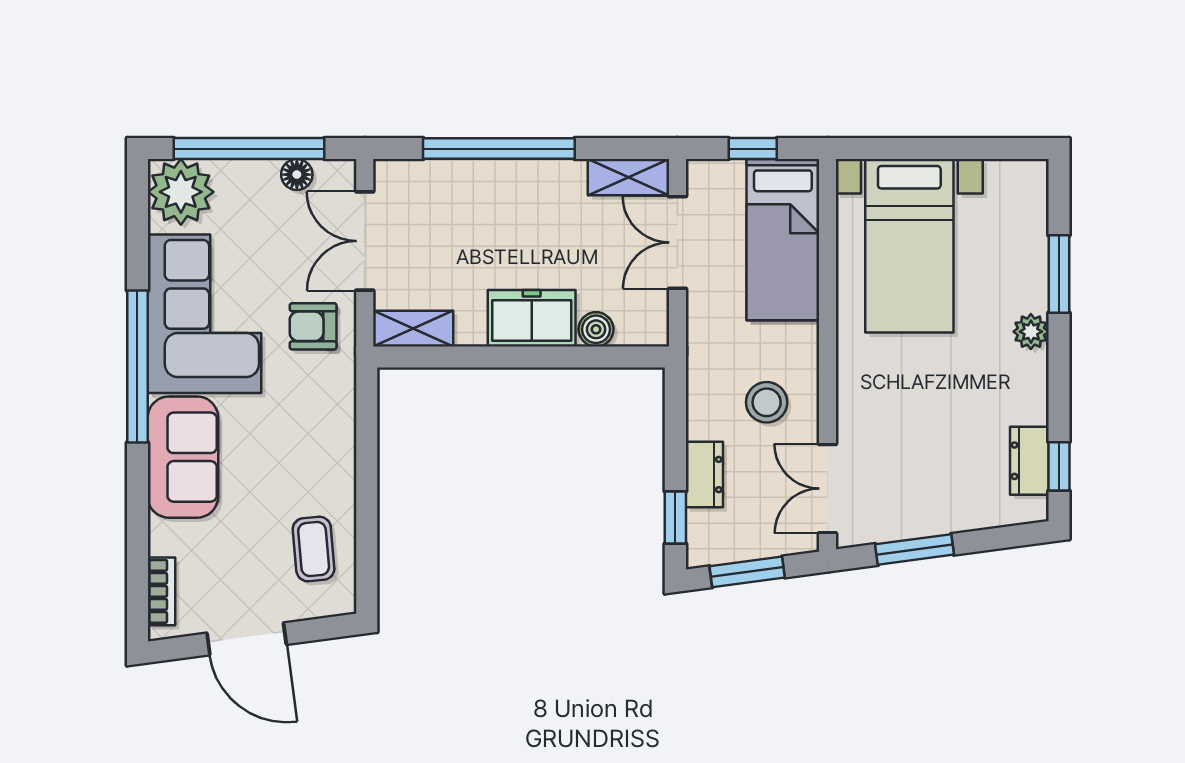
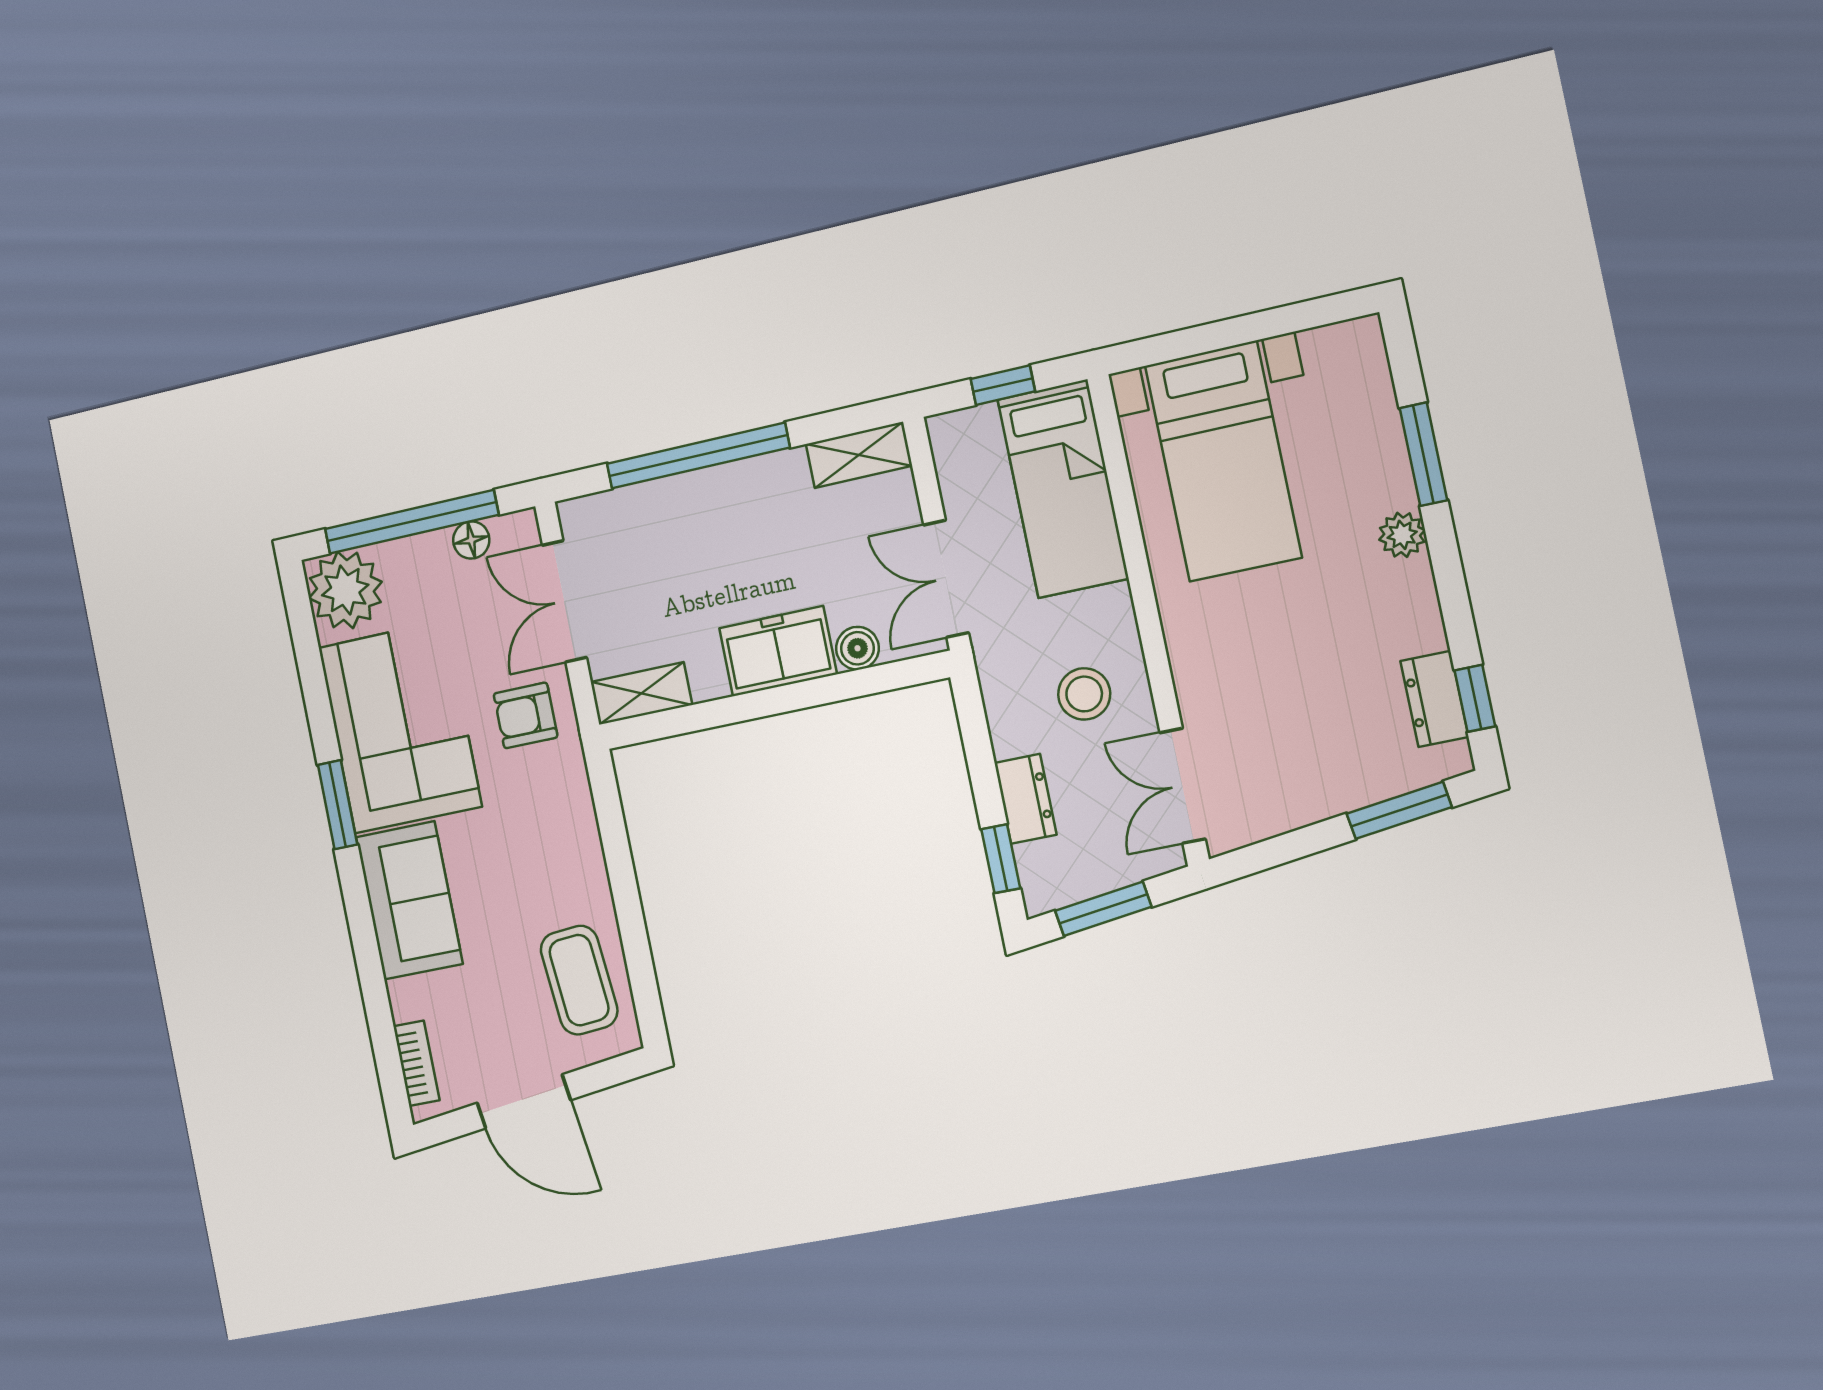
double door: (677, 243) -> (946, 579), moved
window: (137, 367) -> (338, 805), width x0.47
coffee table: (314, 549) -> (579, 980), width x1.36, depth x1.30
window: (915, 549) -> (1399, 810), moved

